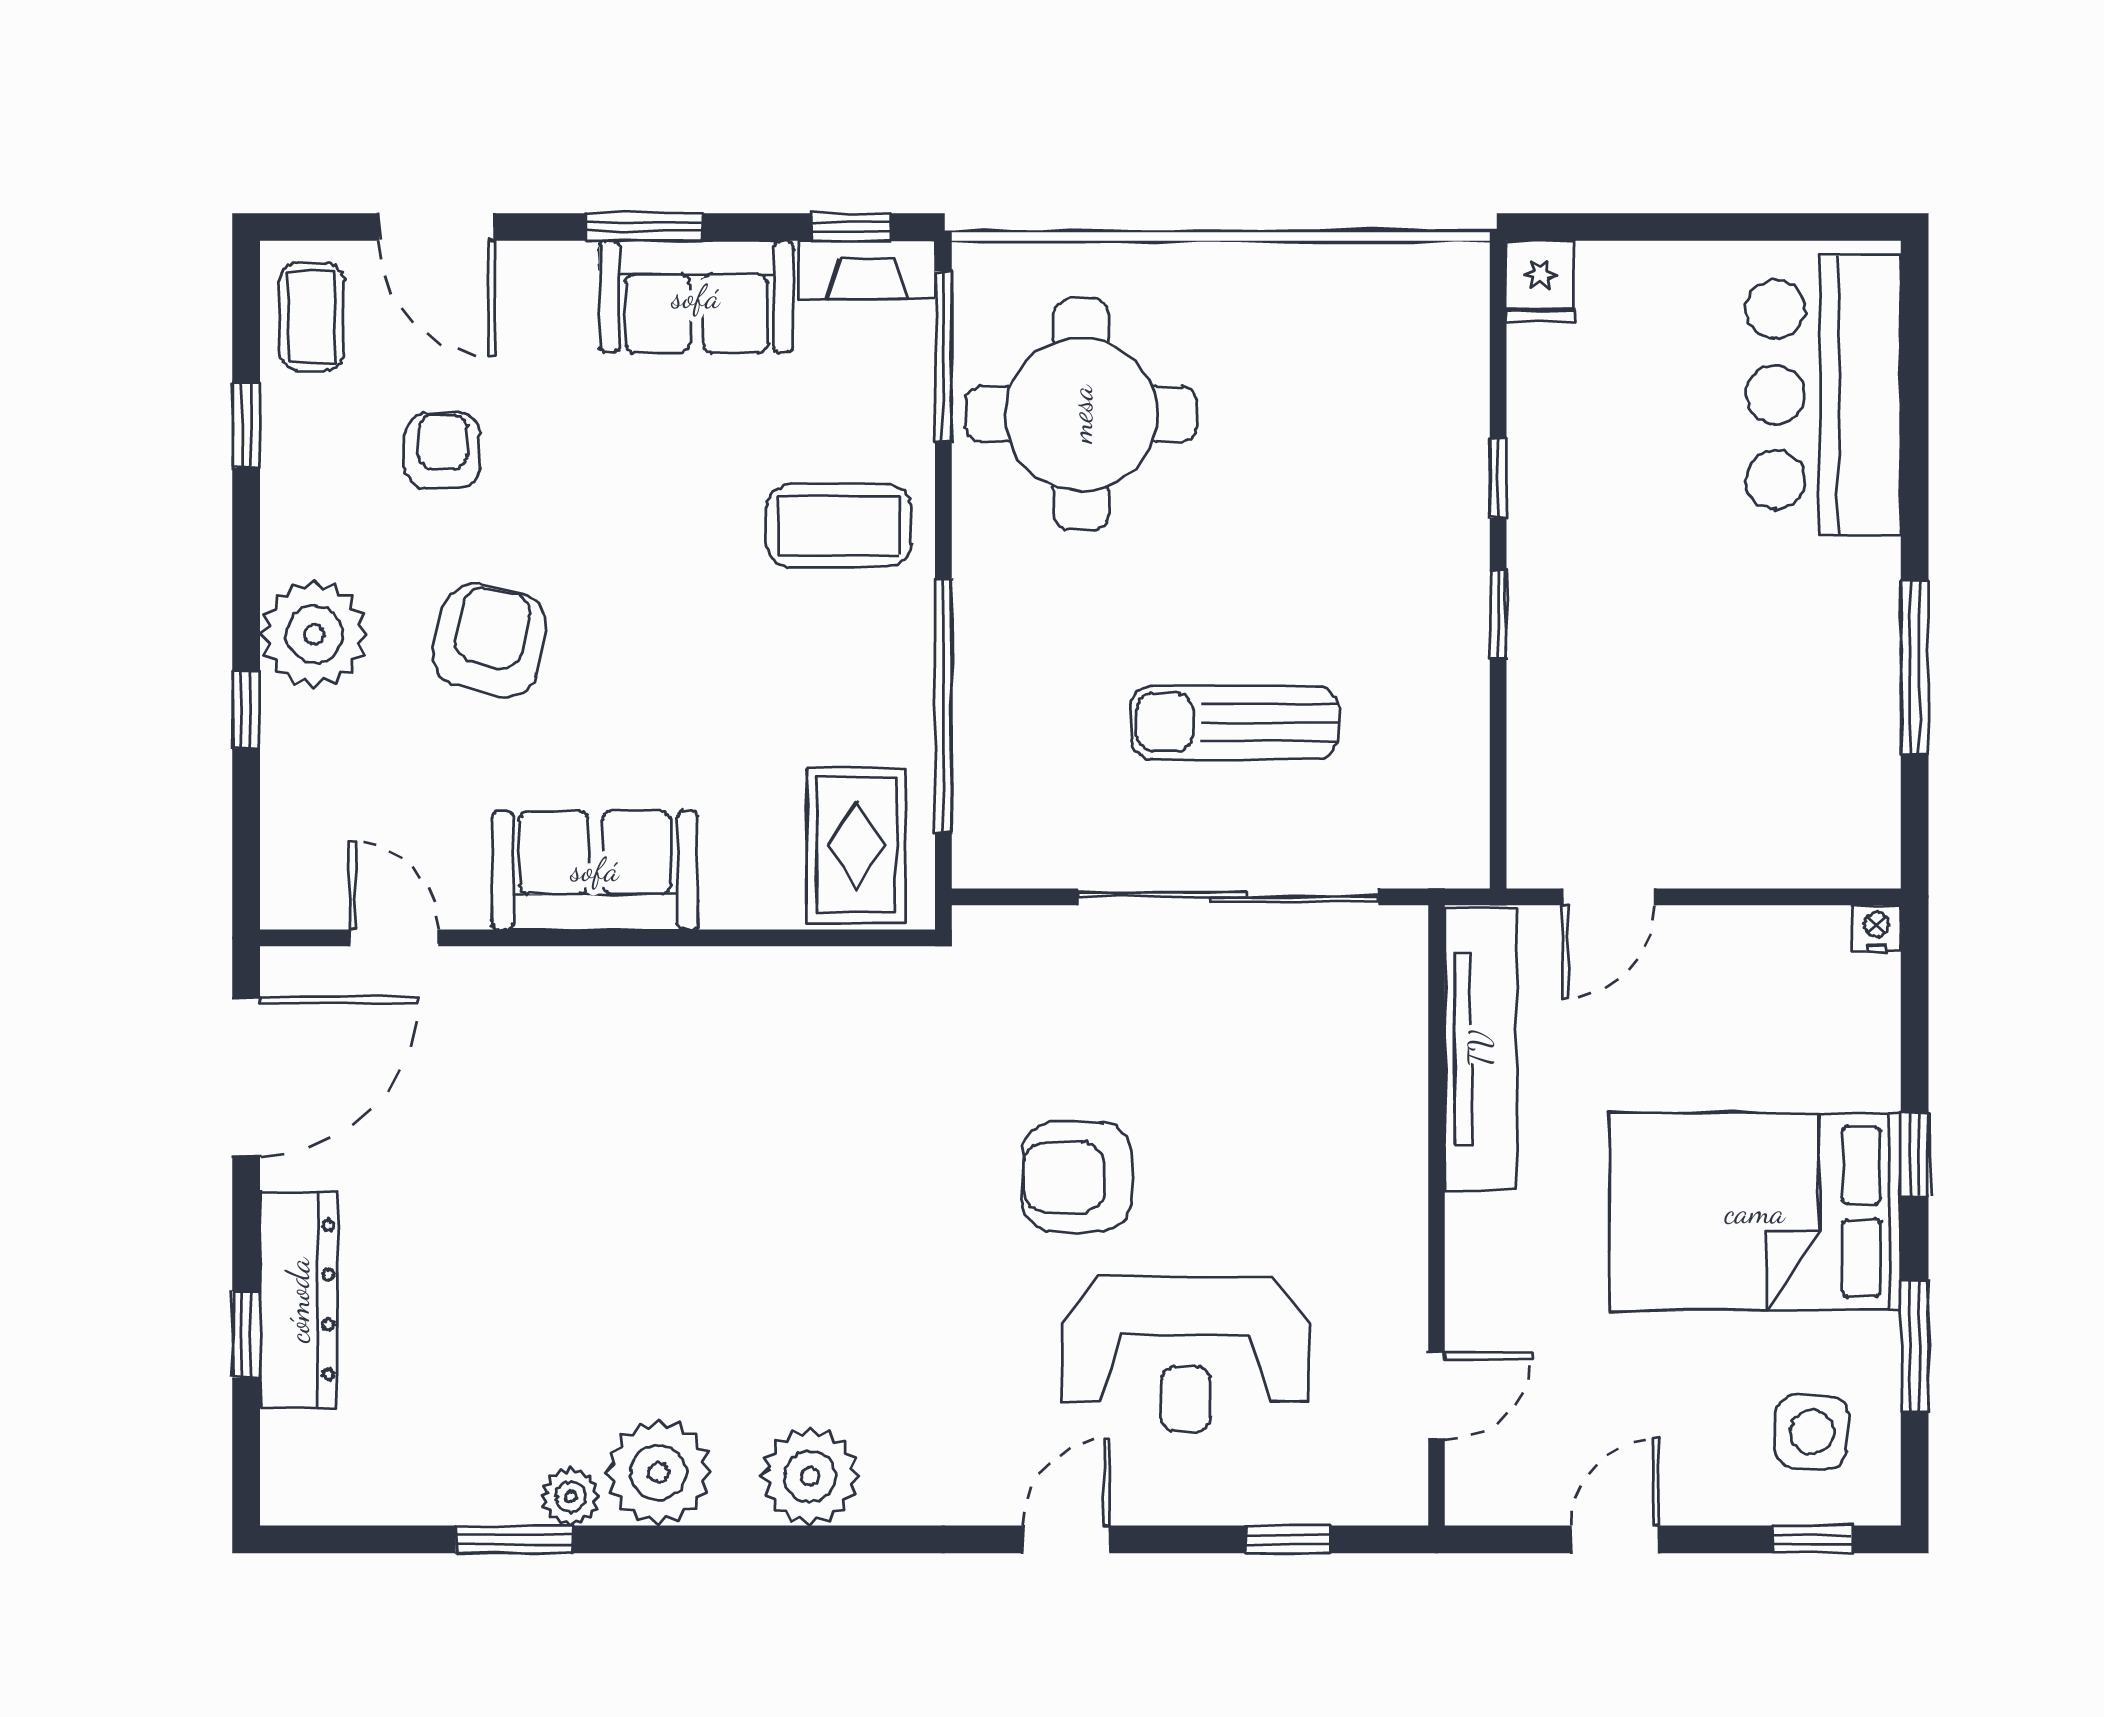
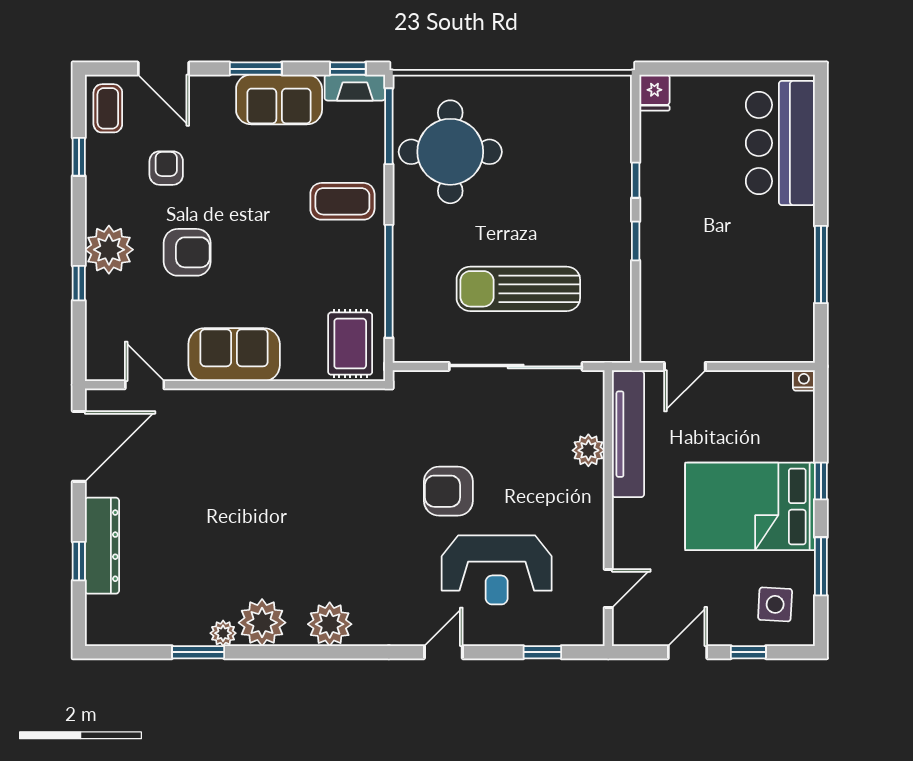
armchair: (490, 640) -> (187, 252), turned 77
sun lounger: (1234, 722) -> (518, 289), width x1.36, depth x1.34
plant: (1392, 1085) -> (588, 450), added
window: (1812, 1539) -> (748, 652), moved

